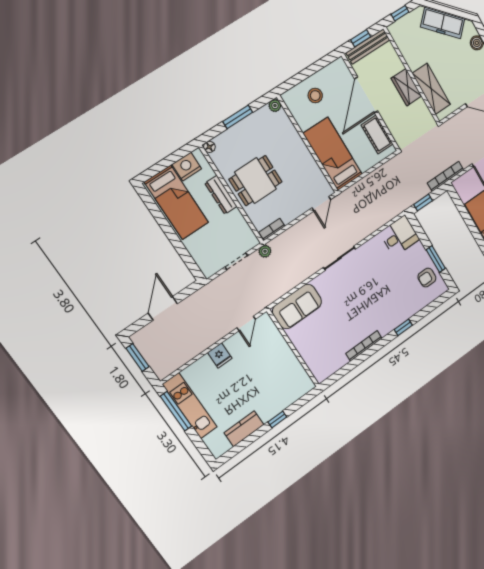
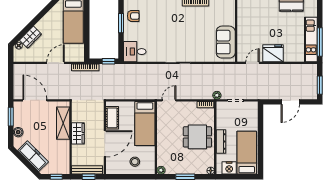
sofa: (297, 306) -> (226, 42), moved, turned -90
fridge: (220, 355) -> (273, 53), width x1.88, depth x1.34

